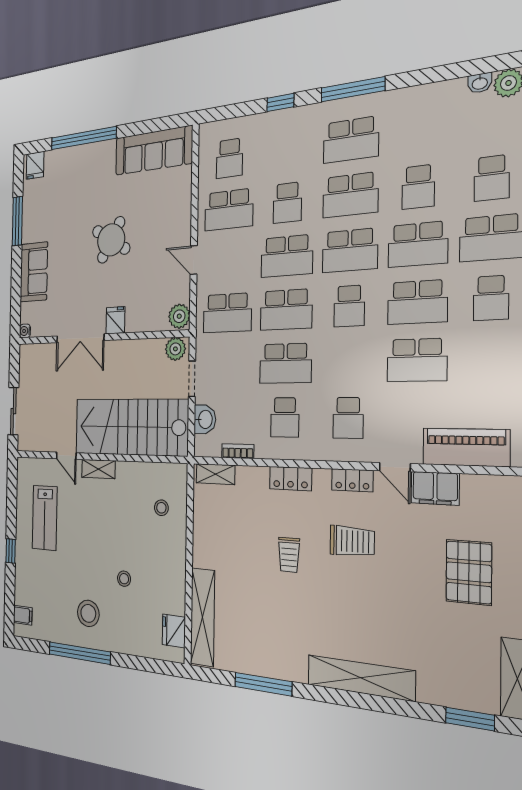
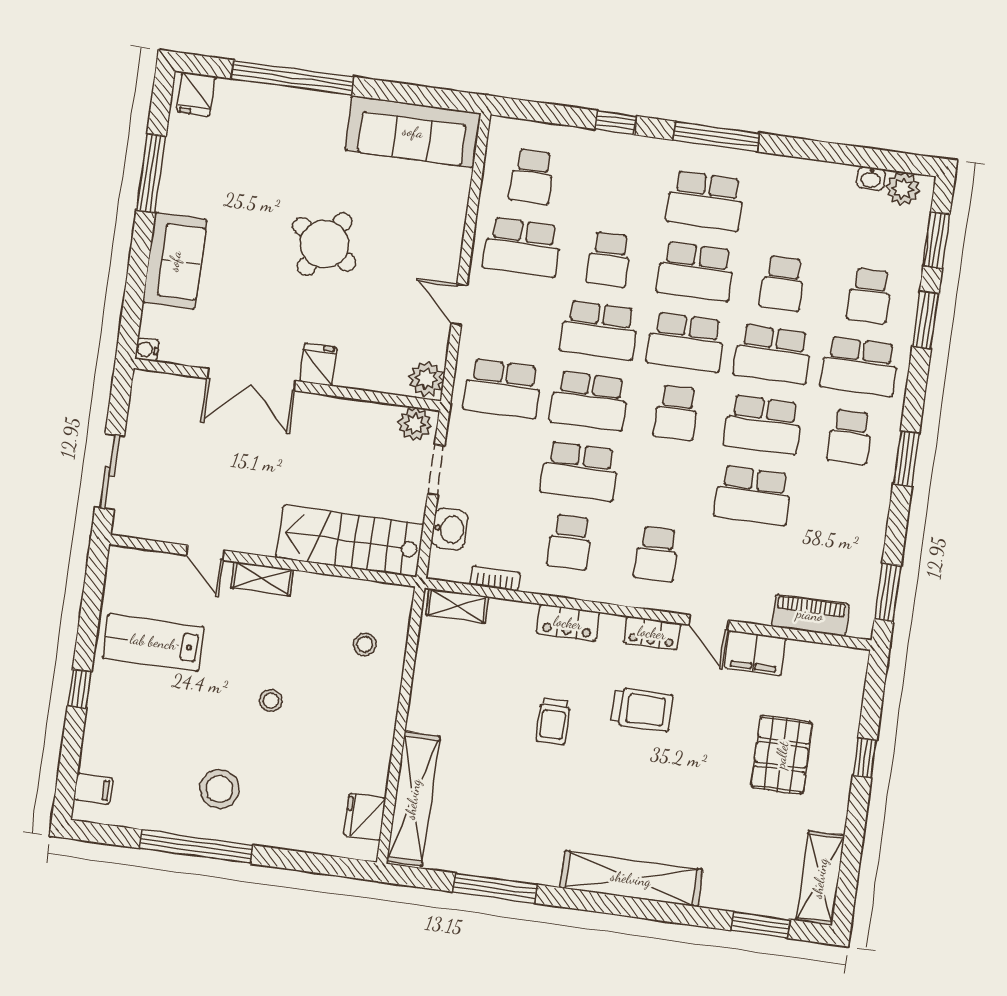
stairs: (131, 427) -> (350, 541), width x0.73, depth x0.66
piano: (466, 447) -> (810, 615), width x0.73, depth x0.75
lab bench: (45, 518) -> (153, 642), turned 90
stool: (124, 579) -> (271, 701), moved

